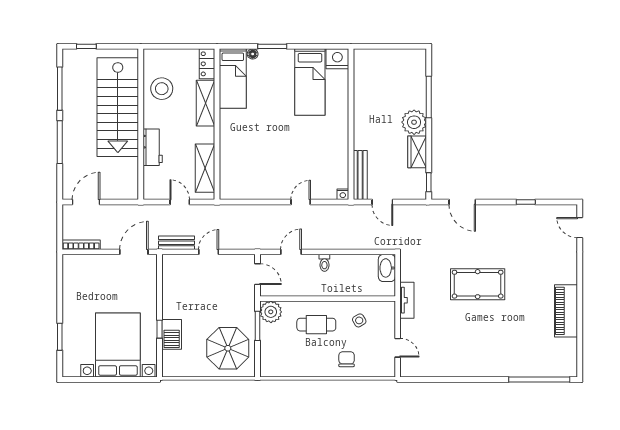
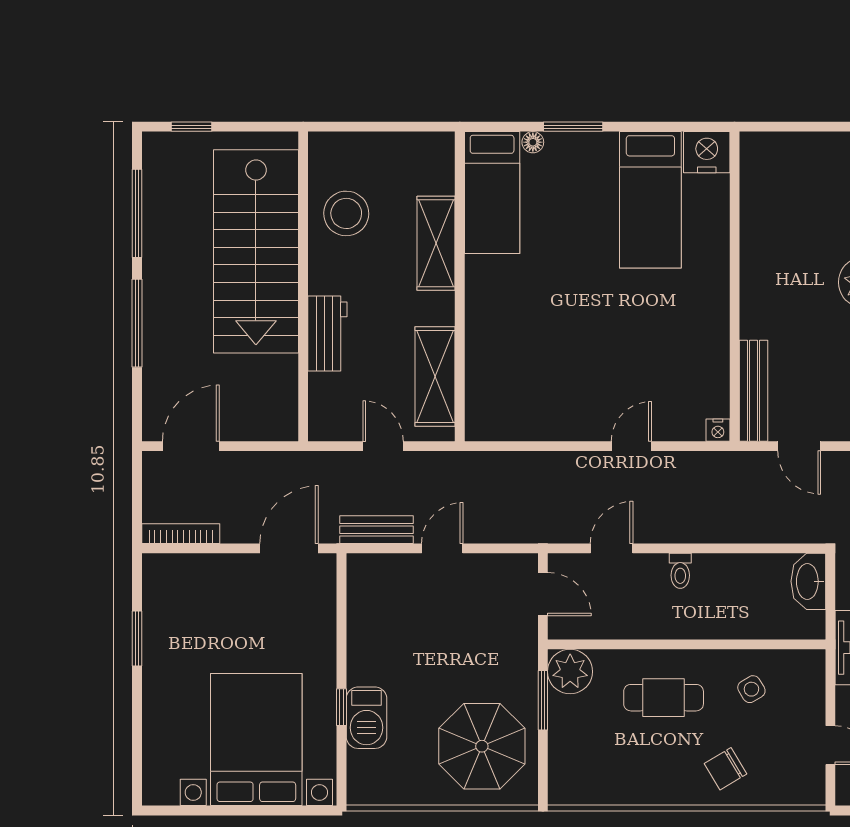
locker: (207, 64) -> (439, 162), removed
window: (60, 337) -> (137, 639), moved
chair: (347, 359) -> (726, 769), turned -121

